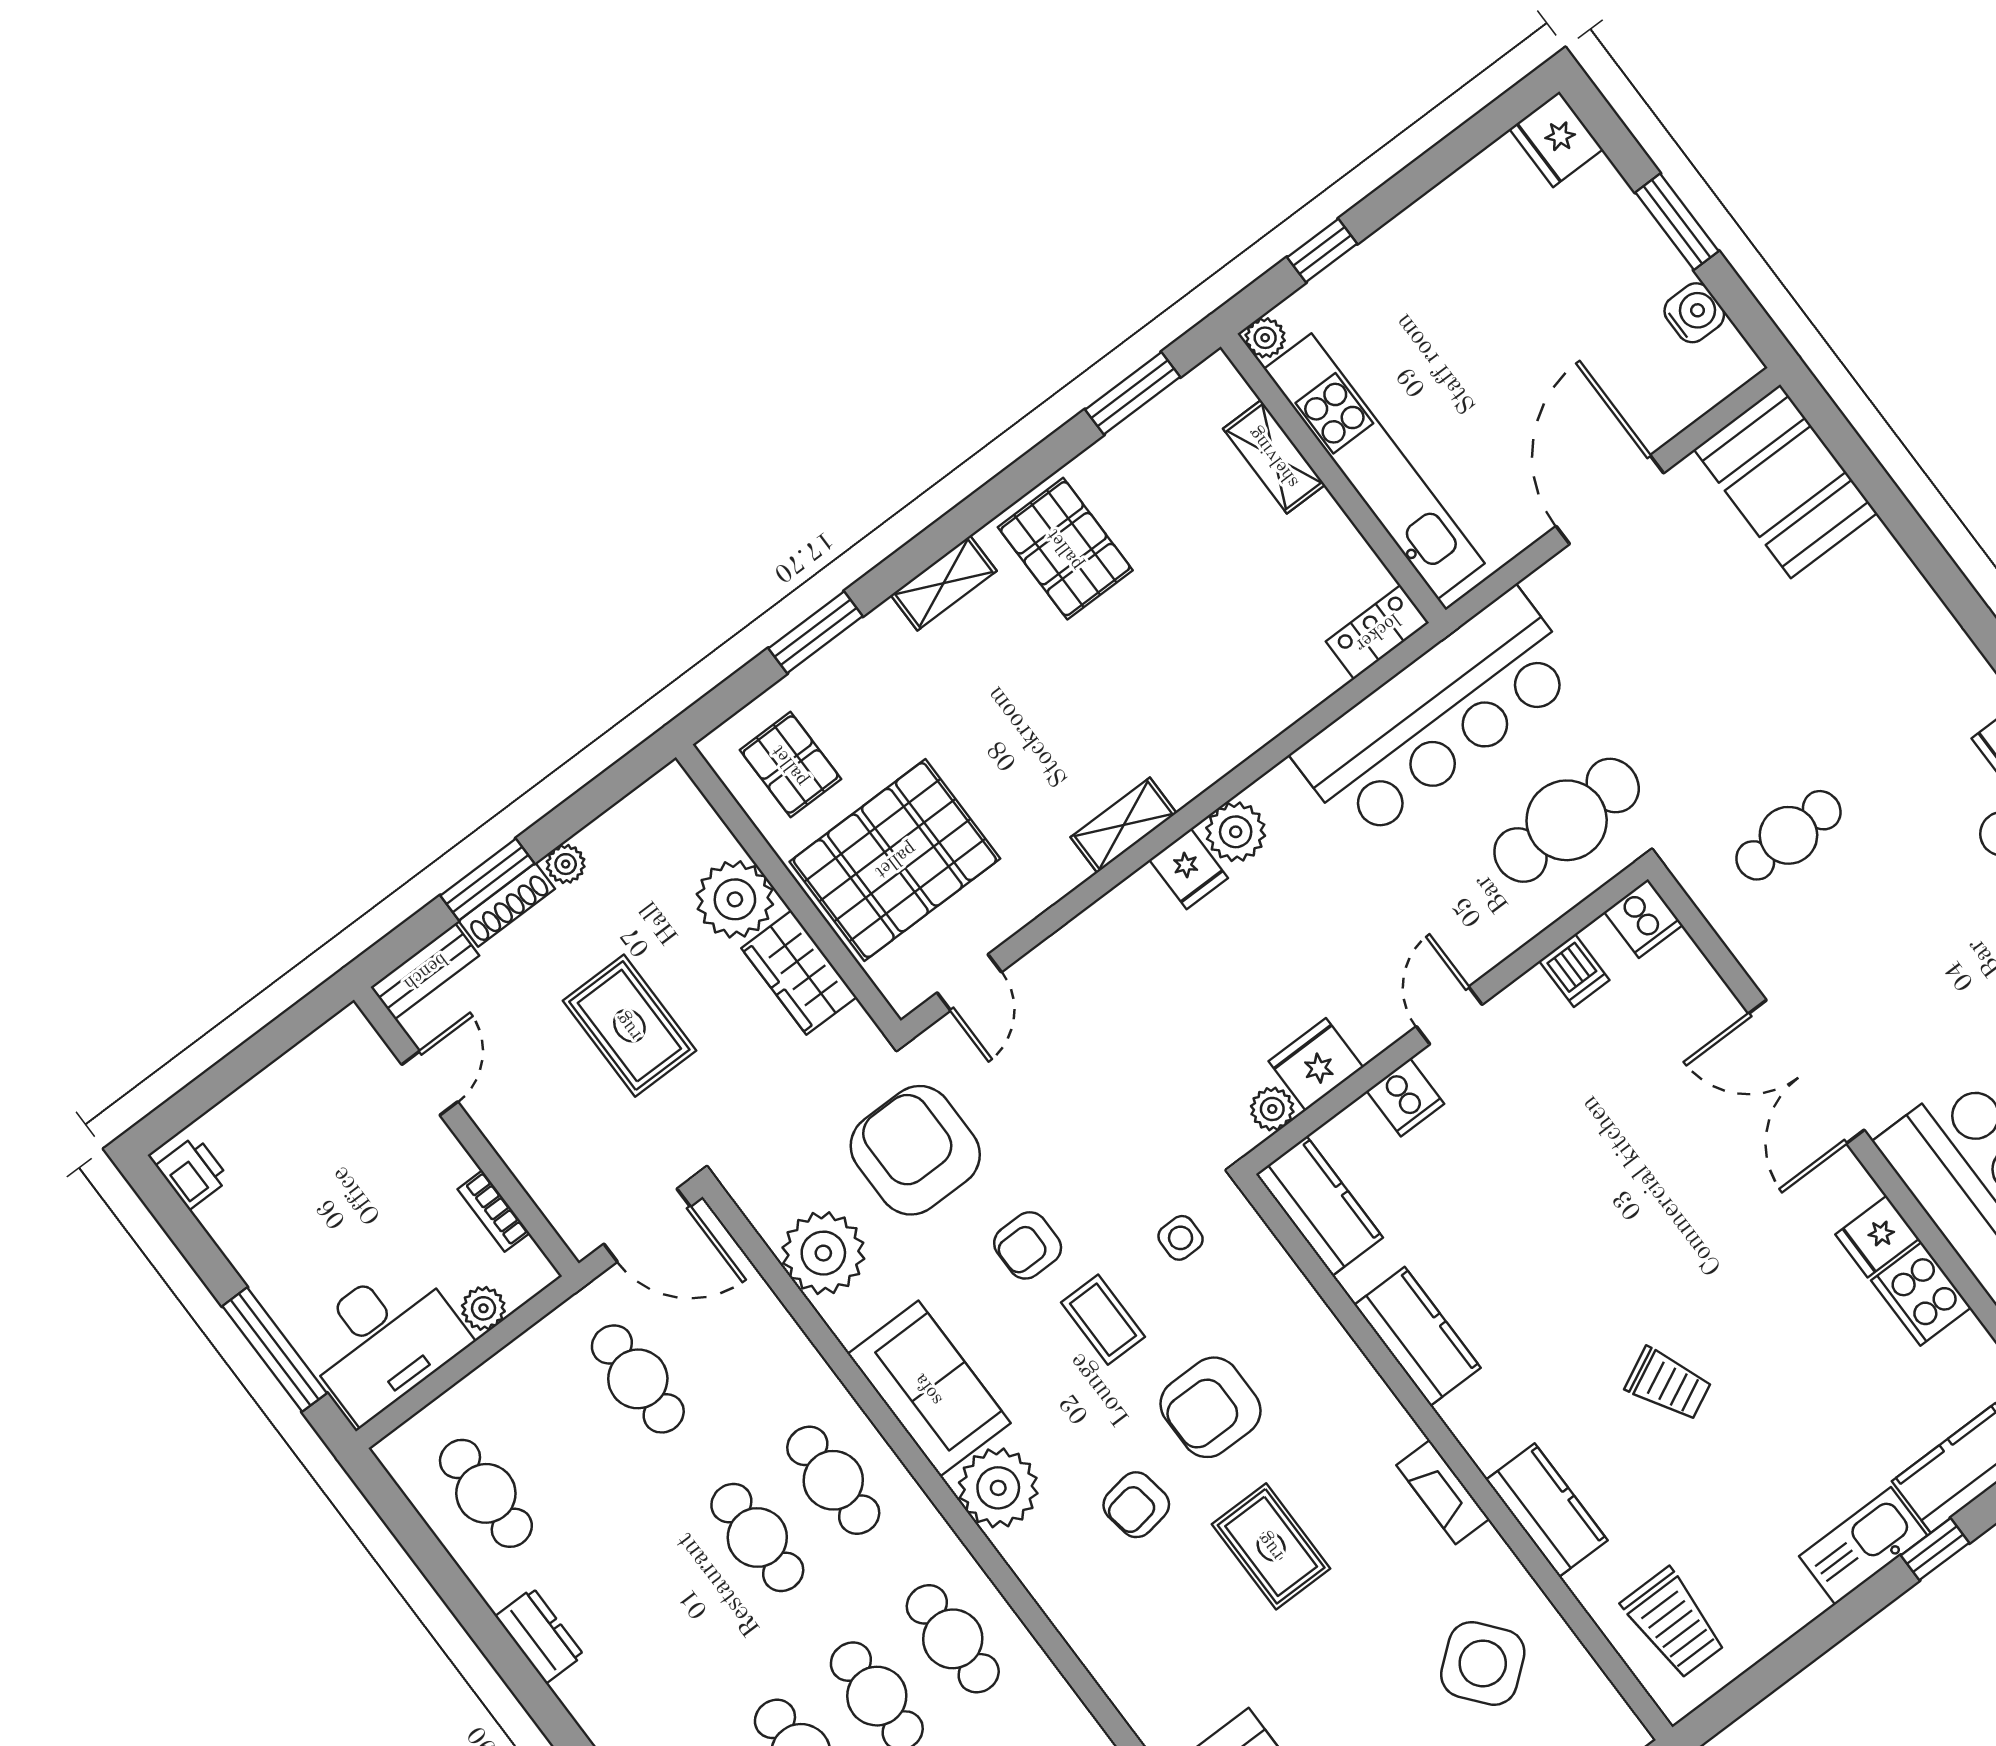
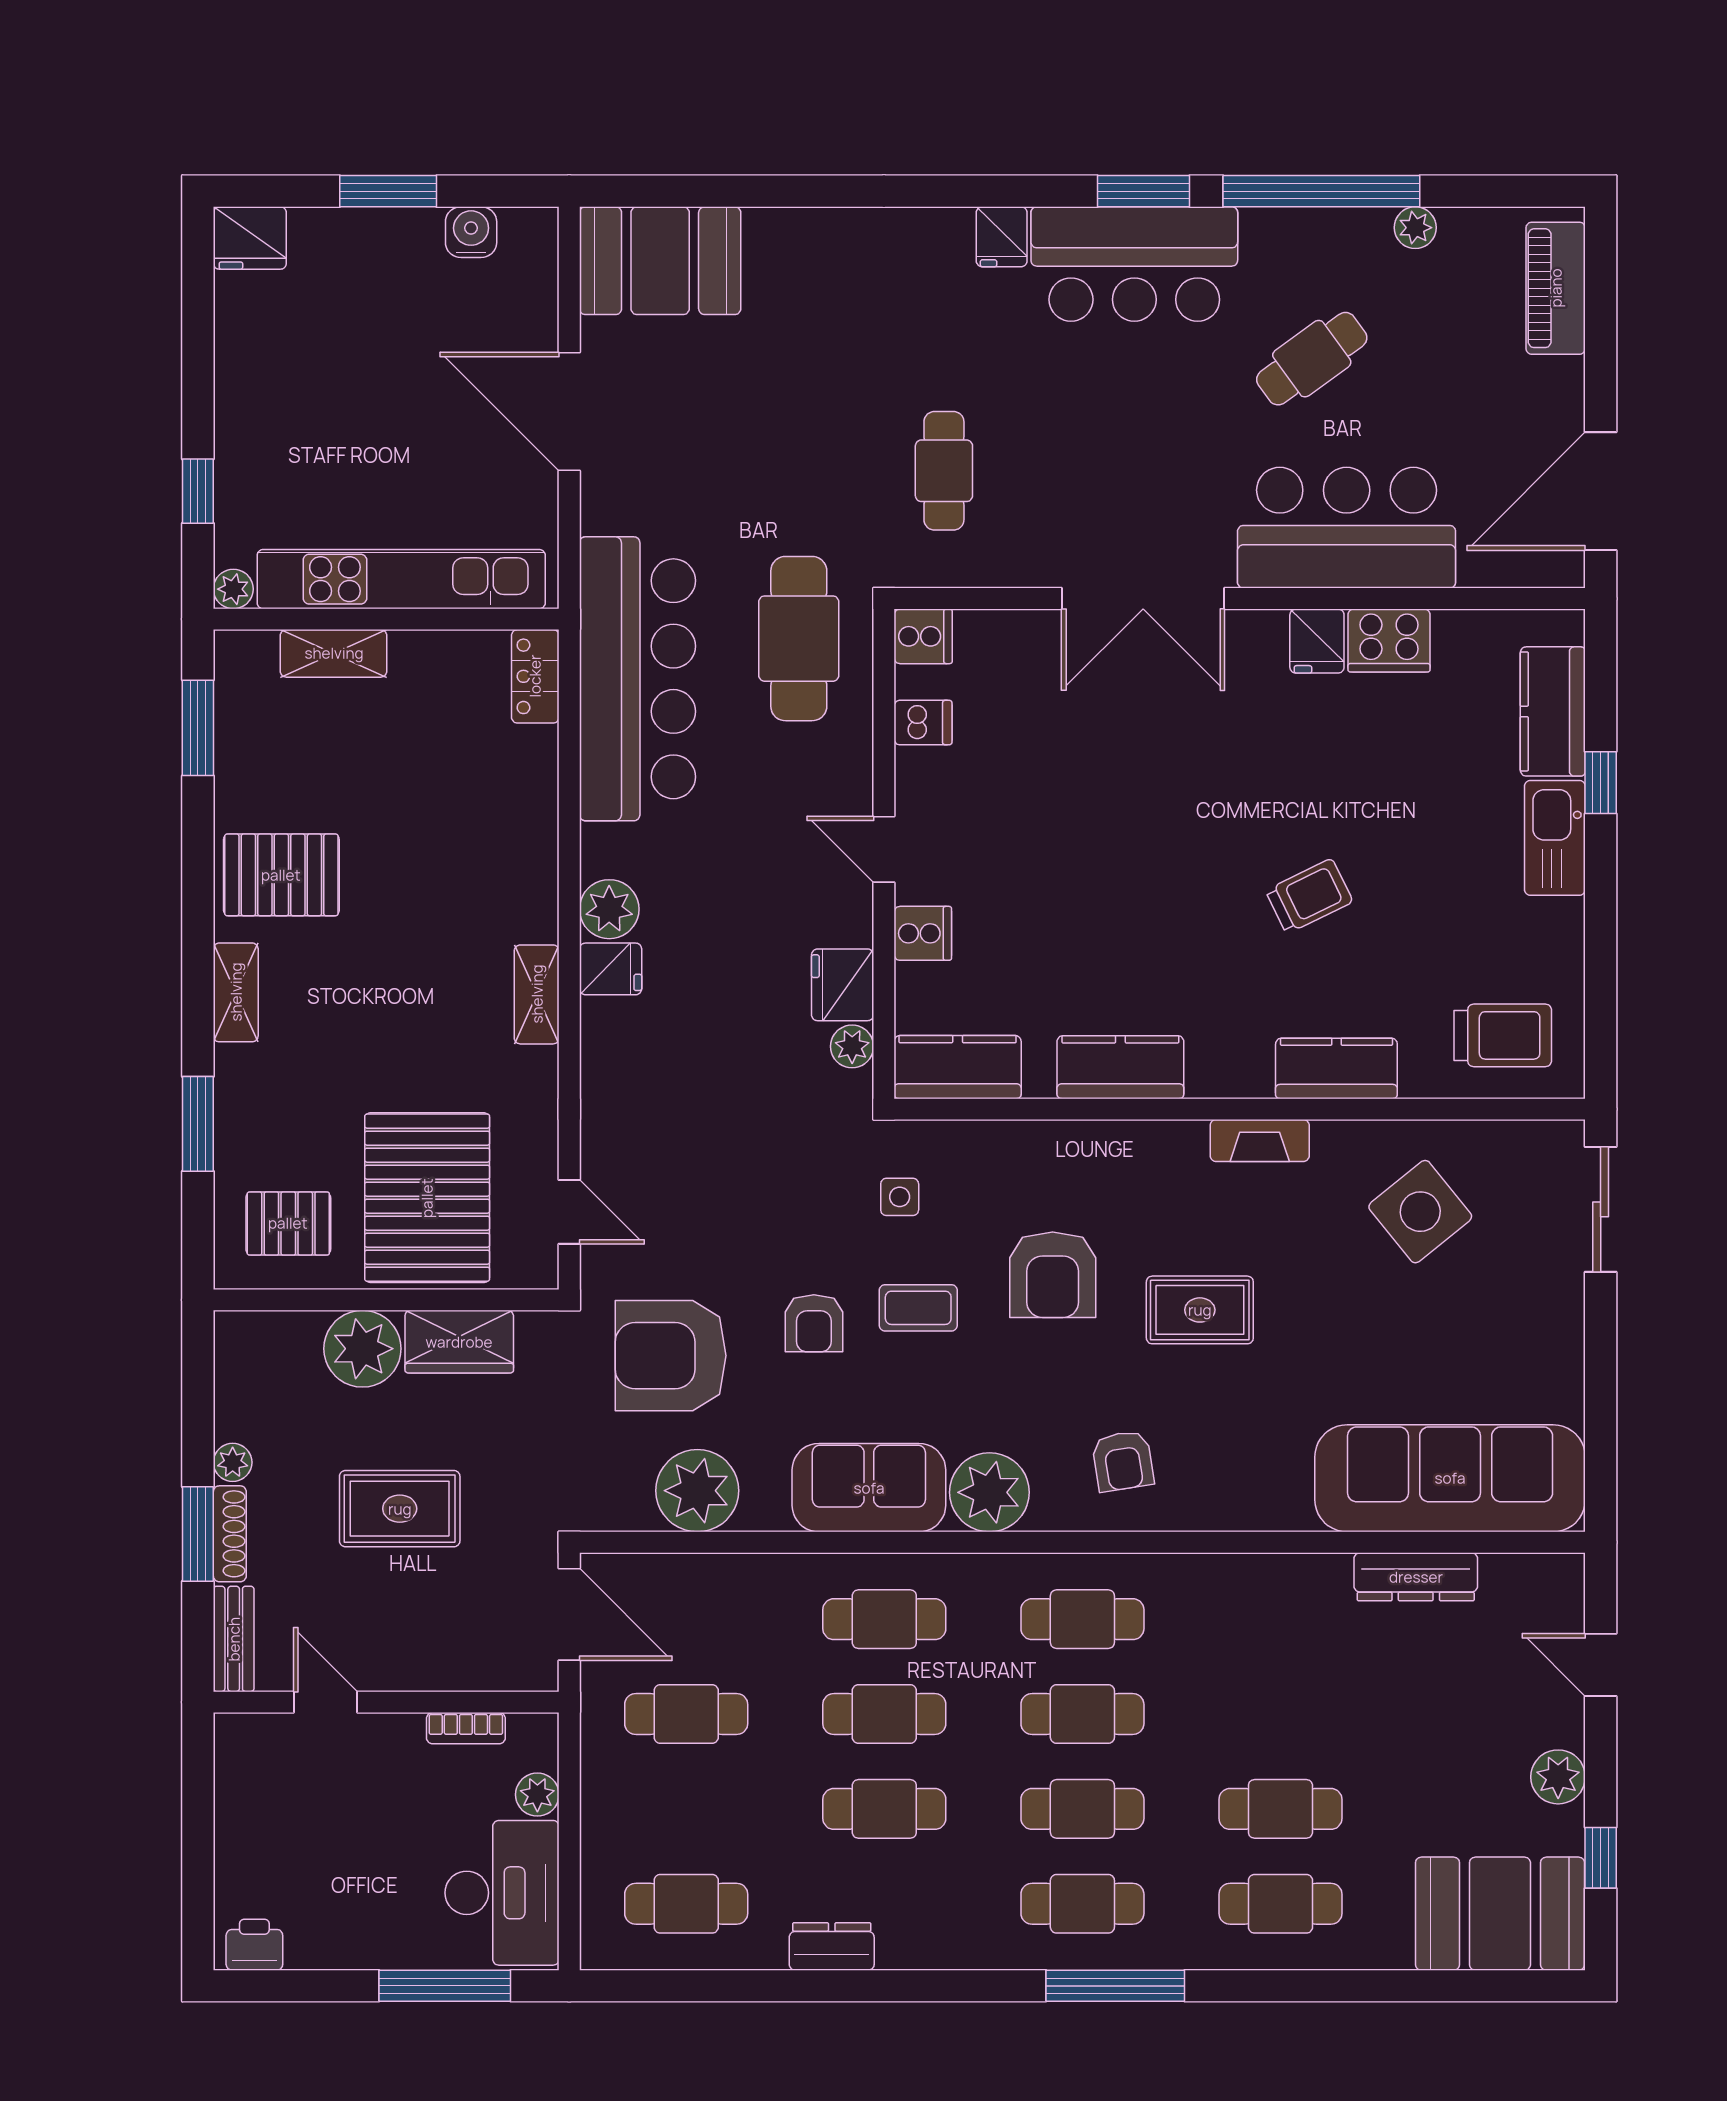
door: (647, 1225) -> (569, 1614), hinge flipped
armchair: (1136, 1505) -> (1123, 1461), moved
cafe table: (681, 1595) -> (884, 1809), added

